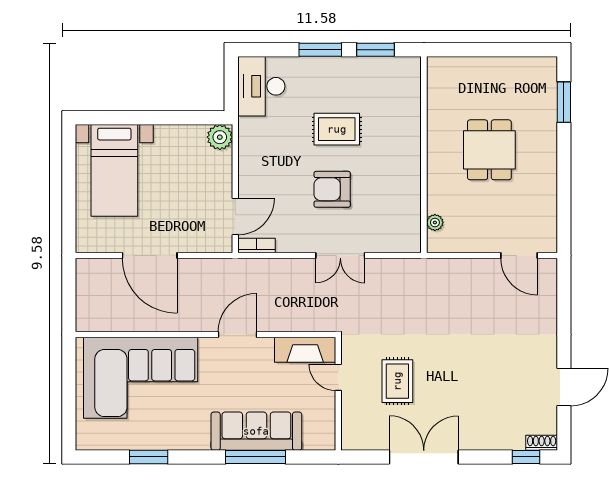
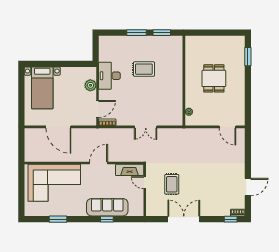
desk: (261, 86) -> (109, 76), moved
plant: (220, 137) -> (90, 85), moved
armchair: (332, 189) -> (142, 97), removed
window: (256, 457) -> (107, 219), width x0.46

